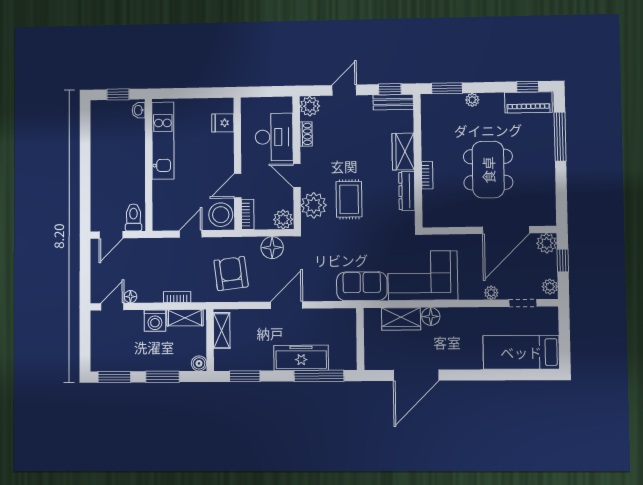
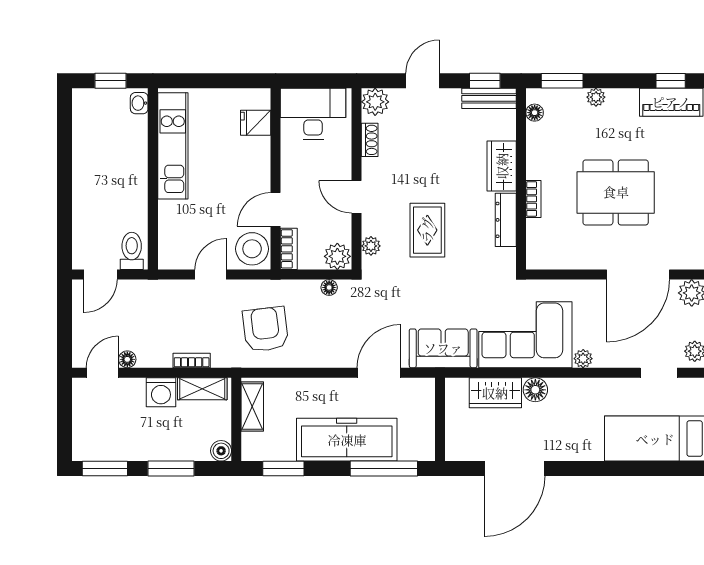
floor lamp: (427, 112) -> (535, 113), added
desk: (274, 137) -> (313, 114), moved, turned -90
dining table: (488, 170) -> (616, 192), turned 90
plant: (314, 205) -> (371, 246), width x0.53, depth x0.53
floor lamp: (272, 248) -> (329, 287), width x0.53, depth x0.53
plant: (491, 293) -> (583, 359), moved
door: (287, 305) -> (379, 373), moved
freezer: (301, 358) -> (347, 440), width x1.36, depth x1.26

